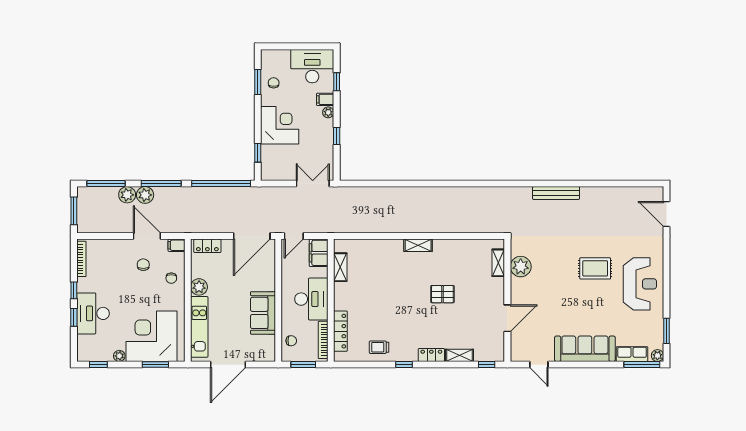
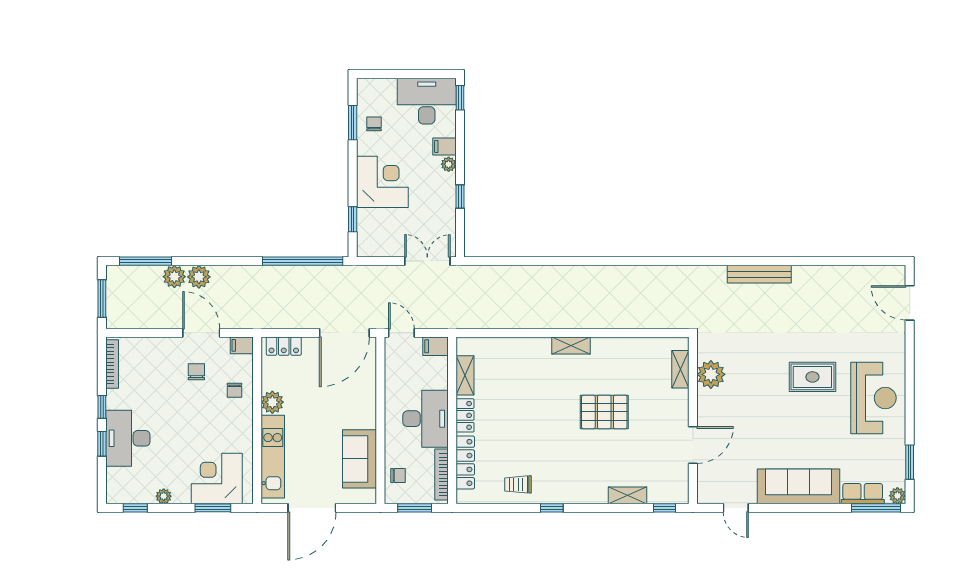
window: (337, 82) -> (460, 98), moved
window: (161, 184) -> (221, 261), removed
door: (294, 236) -> (401, 333), swing flipped
filing cabinet: (319, 253) -> (435, 346), width x0.50
pallet: (442, 294) -> (604, 412), width x1.50, depth x1.42
sofa: (263, 313) -> (360, 459), moved
corner desk: (152, 336) -> (217, 479), width x0.74, depth x0.74
locker: (431, 355) -> (465, 415), moved, turned 90

